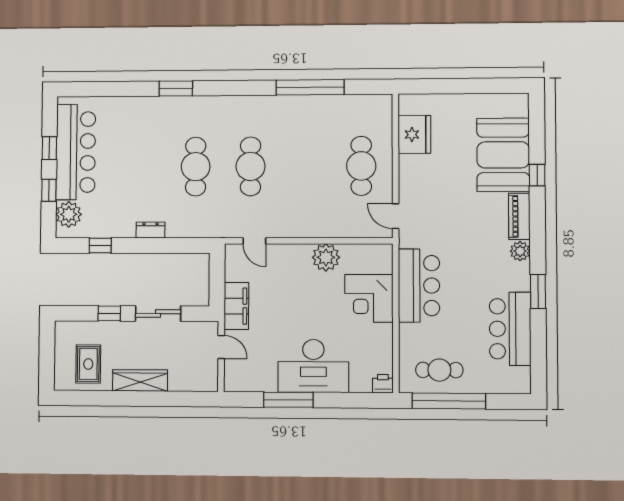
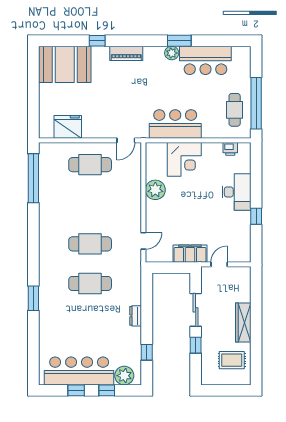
window: (310, 87) -> (33, 178), moved
booth: (503, 155) -> (65, 64), moved
plant: (520, 251) -> (172, 53), moved
desk: (313, 366) -> (237, 192), width x0.73, depth x0.77
printer: (383, 384) -> (230, 149), moved, turned -90
window: (288, 400) -> (256, 216), width x0.46

